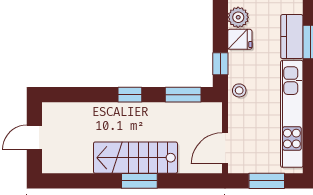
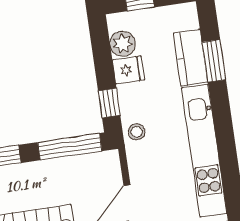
window: (183, 95) -> (70, 147), width x1.44

